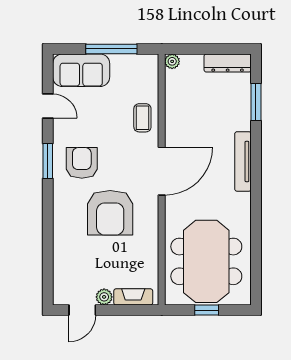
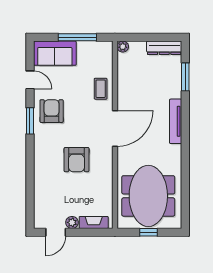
armchair: (82, 163) -> (52, 111), moved
armchair: (110, 213) -> (77, 160), width x0.73, depth x0.73

